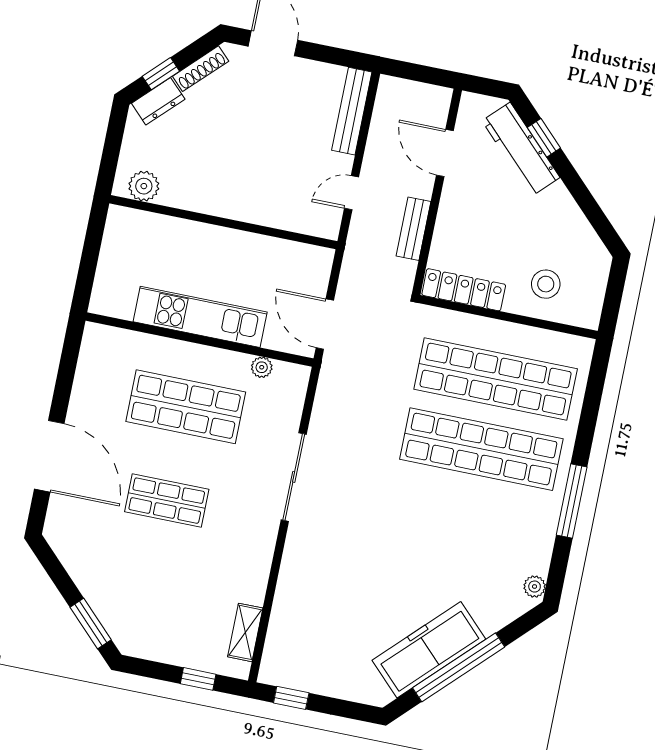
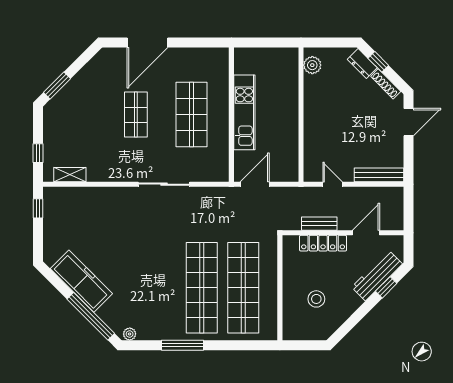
stool: (546, 284) -> (316, 299), moved
locker: (464, 290) -> (323, 243), moved, turned 90
plant: (262, 367) -> (223, 153), removed
window: (459, 667) -> (91, 316), moved

